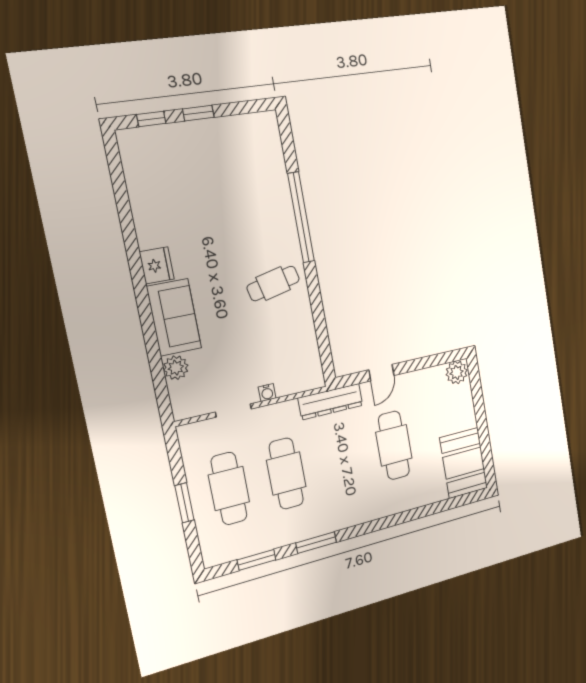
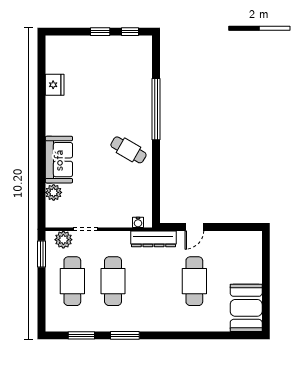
window: (151, 119) -> (130, 32), moved
fridge: (157, 265) -> (55, 85), moved
cafe table: (273, 283) -> (128, 150), turned 43
plant: (457, 372) -> (63, 240), moved
water cooler: (267, 393) -> (138, 222), moved
window: (184, 503) -> (42, 254), moved

